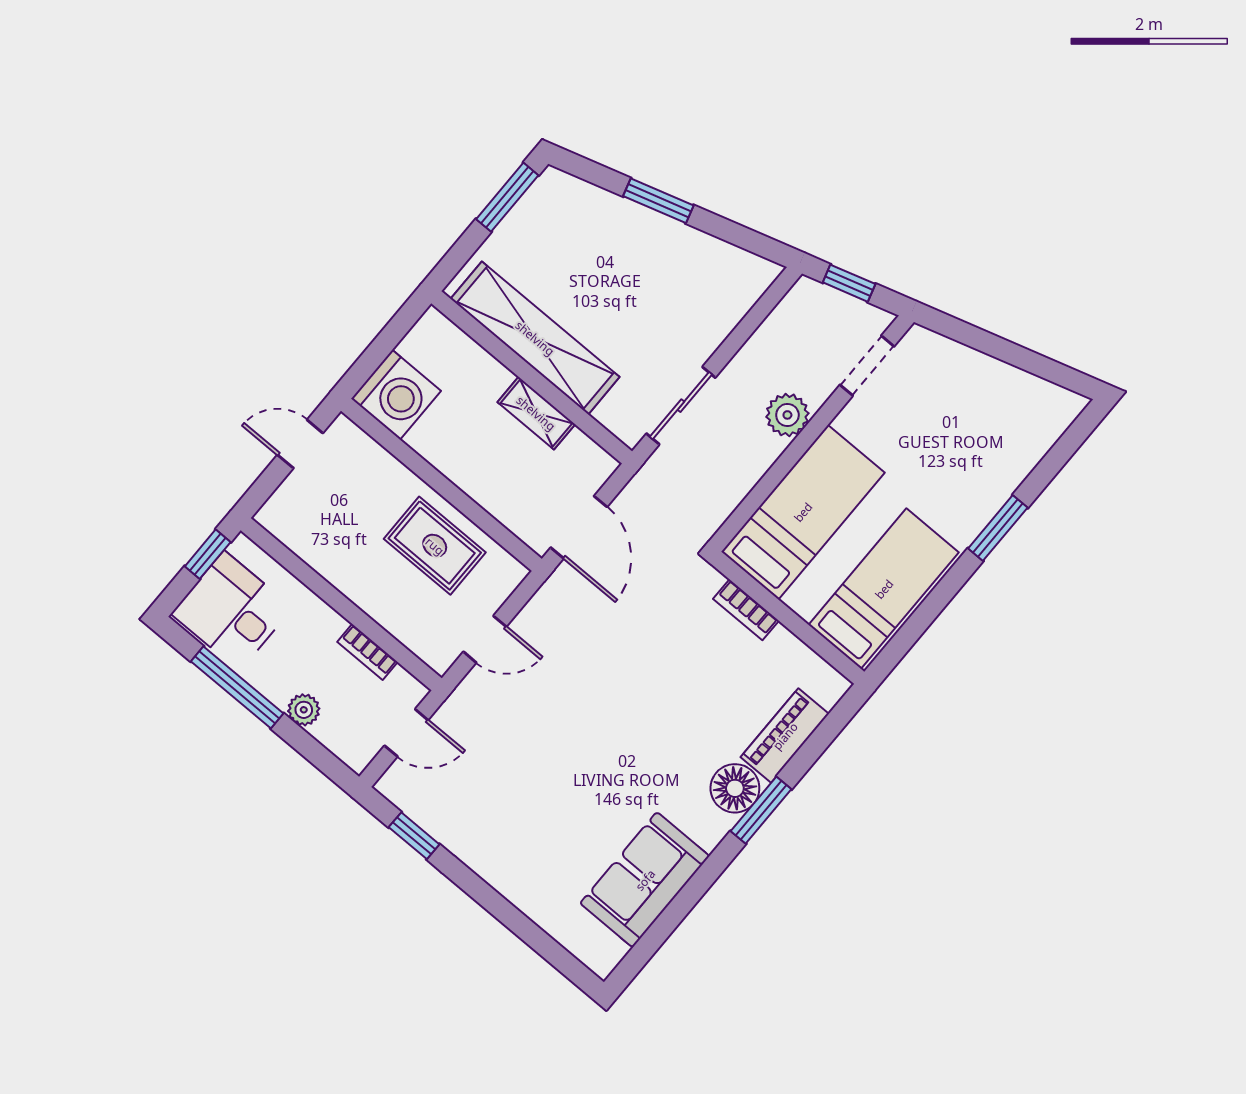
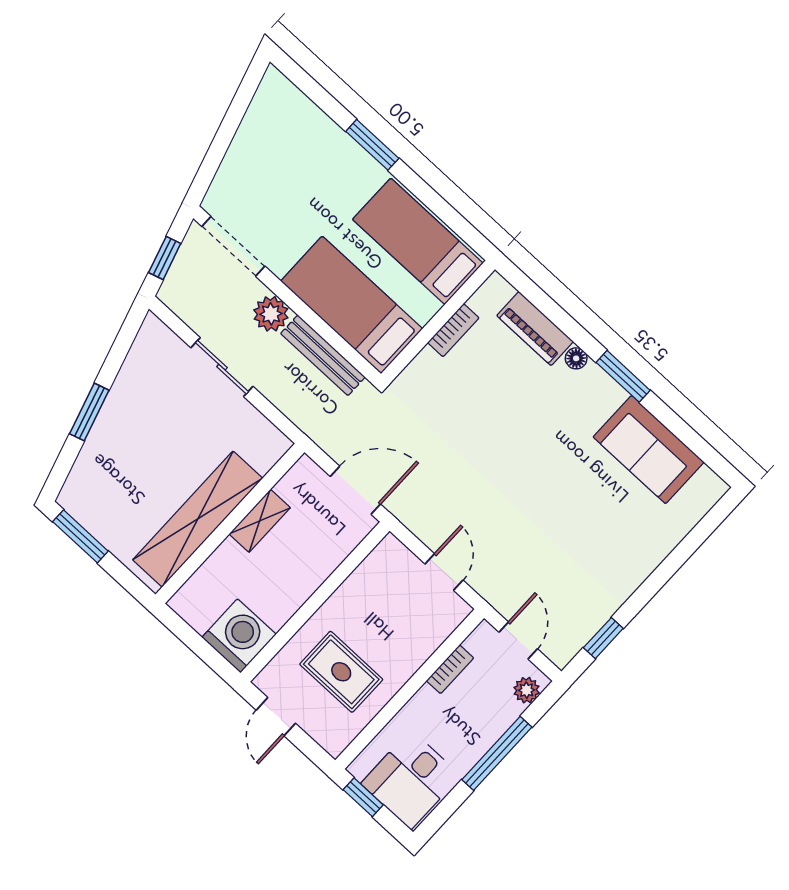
doorway: (867, 366) -> (233, 246), width x1.38
sliding door: (681, 406) -> (222, 367), moved
bench: (740, 480) -> (323, 355), added
rug: (435, 546) -> (341, 672), moved, turned 90
bookcase: (746, 610) -> (453, 330), moved
window: (237, 687) -> (497, 753), moved
plant: (304, 710) -> (527, 690), moved
floor lamp: (735, 788) -> (576, 358), width x0.53, depth x0.53
window: (761, 810) -> (623, 376), moved

